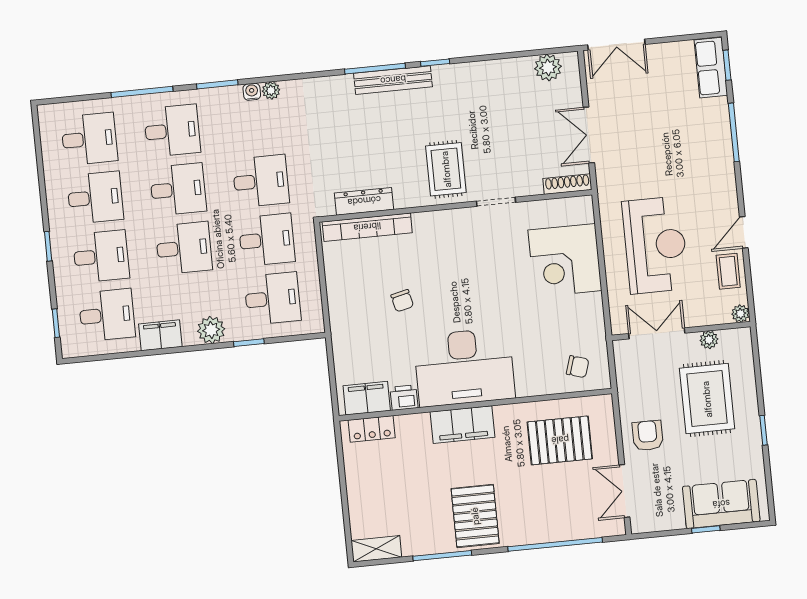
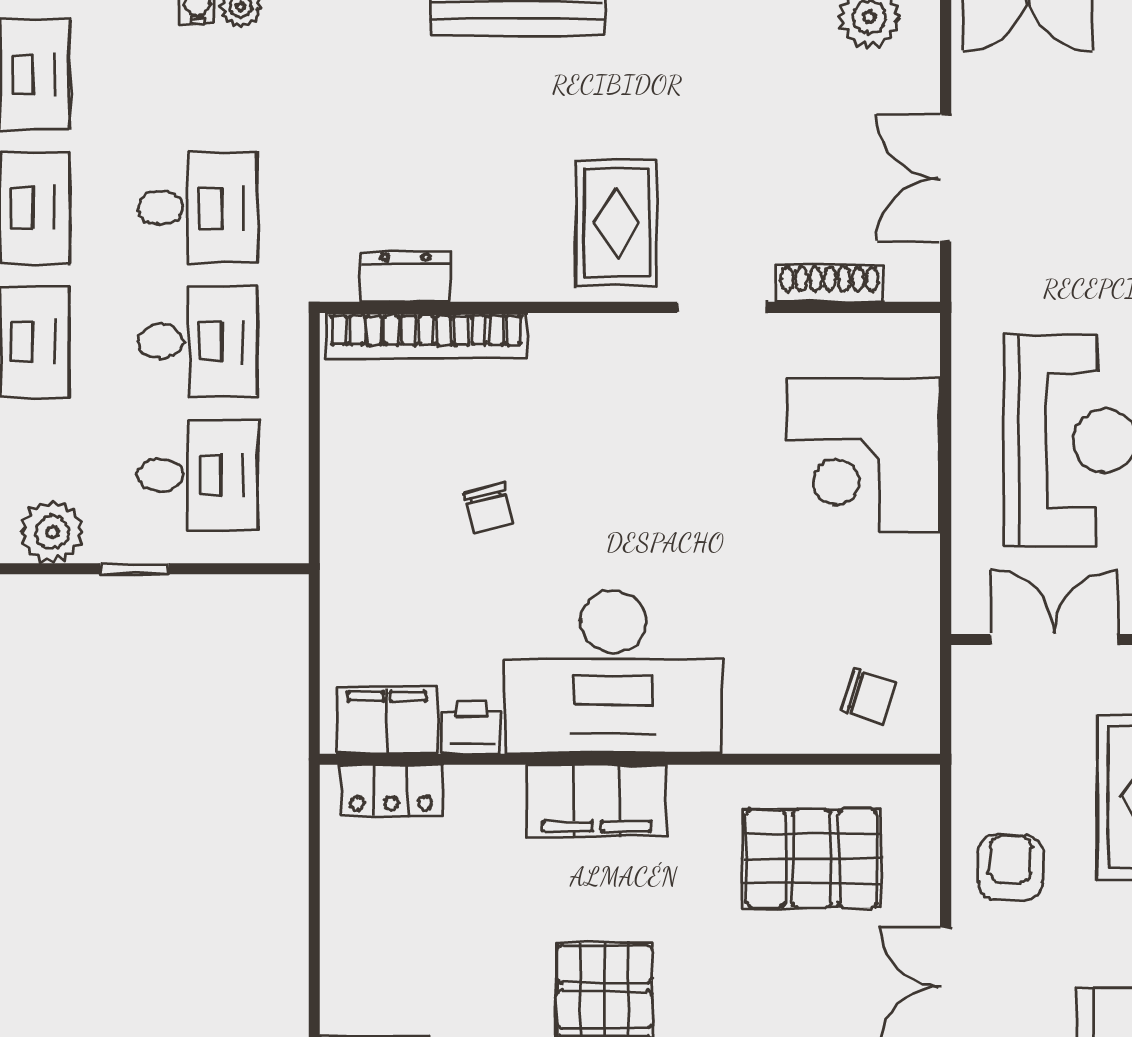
shoe rack: (567, 184) -> (830, 284), moved
dresser: (364, 201) -> (405, 277), width x0.70

